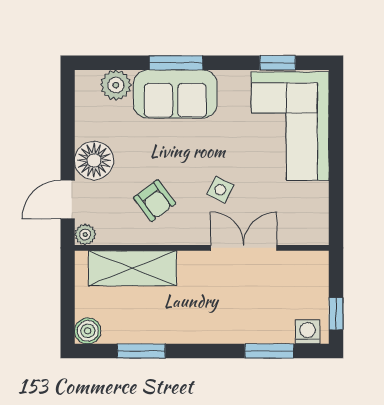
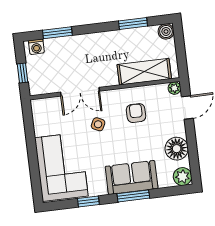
window: (278, 63) -> (88, 201), moved
plant: (116, 85) -> (182, 177), moved
floor lamp: (94, 160) -> (177, 149), moved
armchair: (155, 201) -> (136, 113), turned 37
window: (336, 314) -> (22, 73), moved

